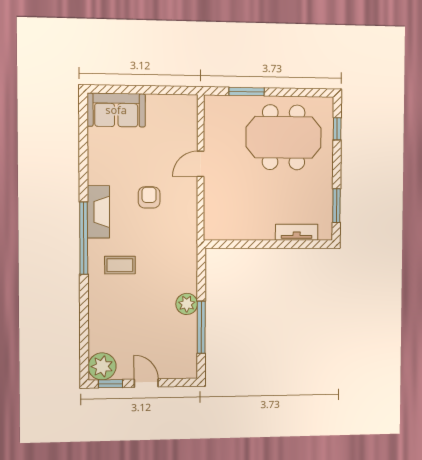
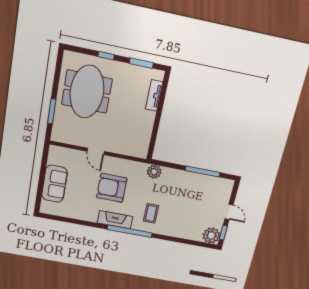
sofa: (116, 110) -> (55, 184), moved
window: (337, 129) -> (106, 56), moved
armchair: (149, 197) -> (112, 188), width x1.88, depth x1.88
plant: (187, 304) -> (154, 172), moved
door: (146, 383) -> (229, 212), swing flipped

